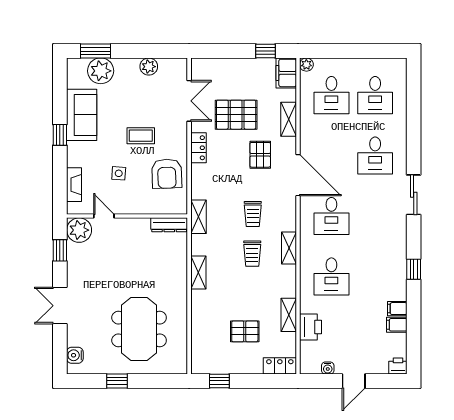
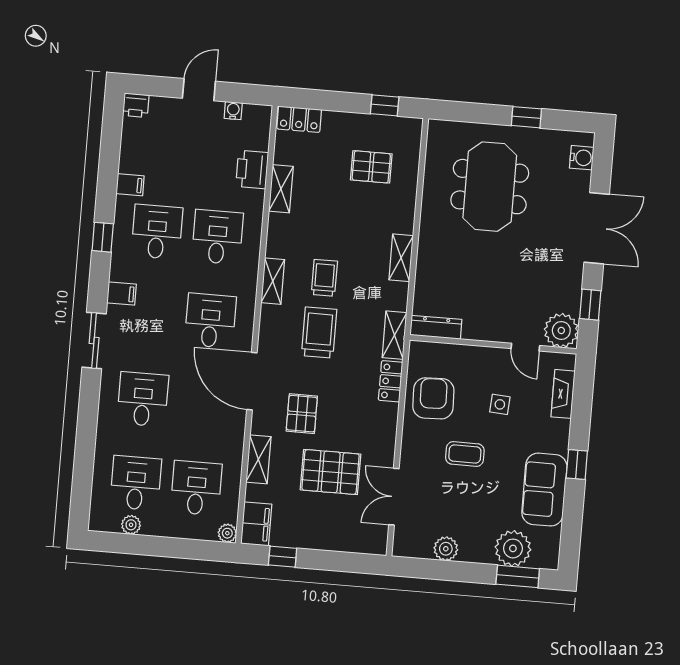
plant: (376, 65) -> (131, 525), added
locker: (199, 148) -> (391, 381), moved
trolley: (253, 214) -> (319, 333), width x1.36, depth x1.39
desk: (375, 276) -> (157, 232), added
double door: (60, 306) -> (597, 228), width x1.37
filing cabinet: (397, 325) -> (122, 293), moved
pallet: (245, 331) -> (371, 167), moved

